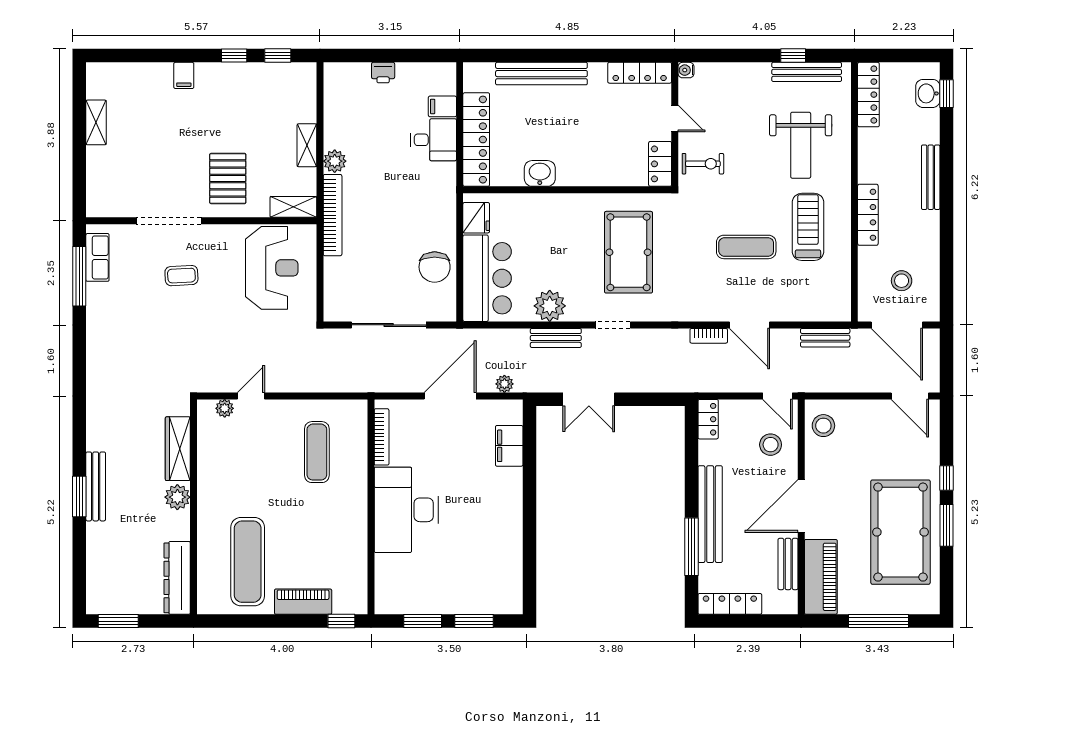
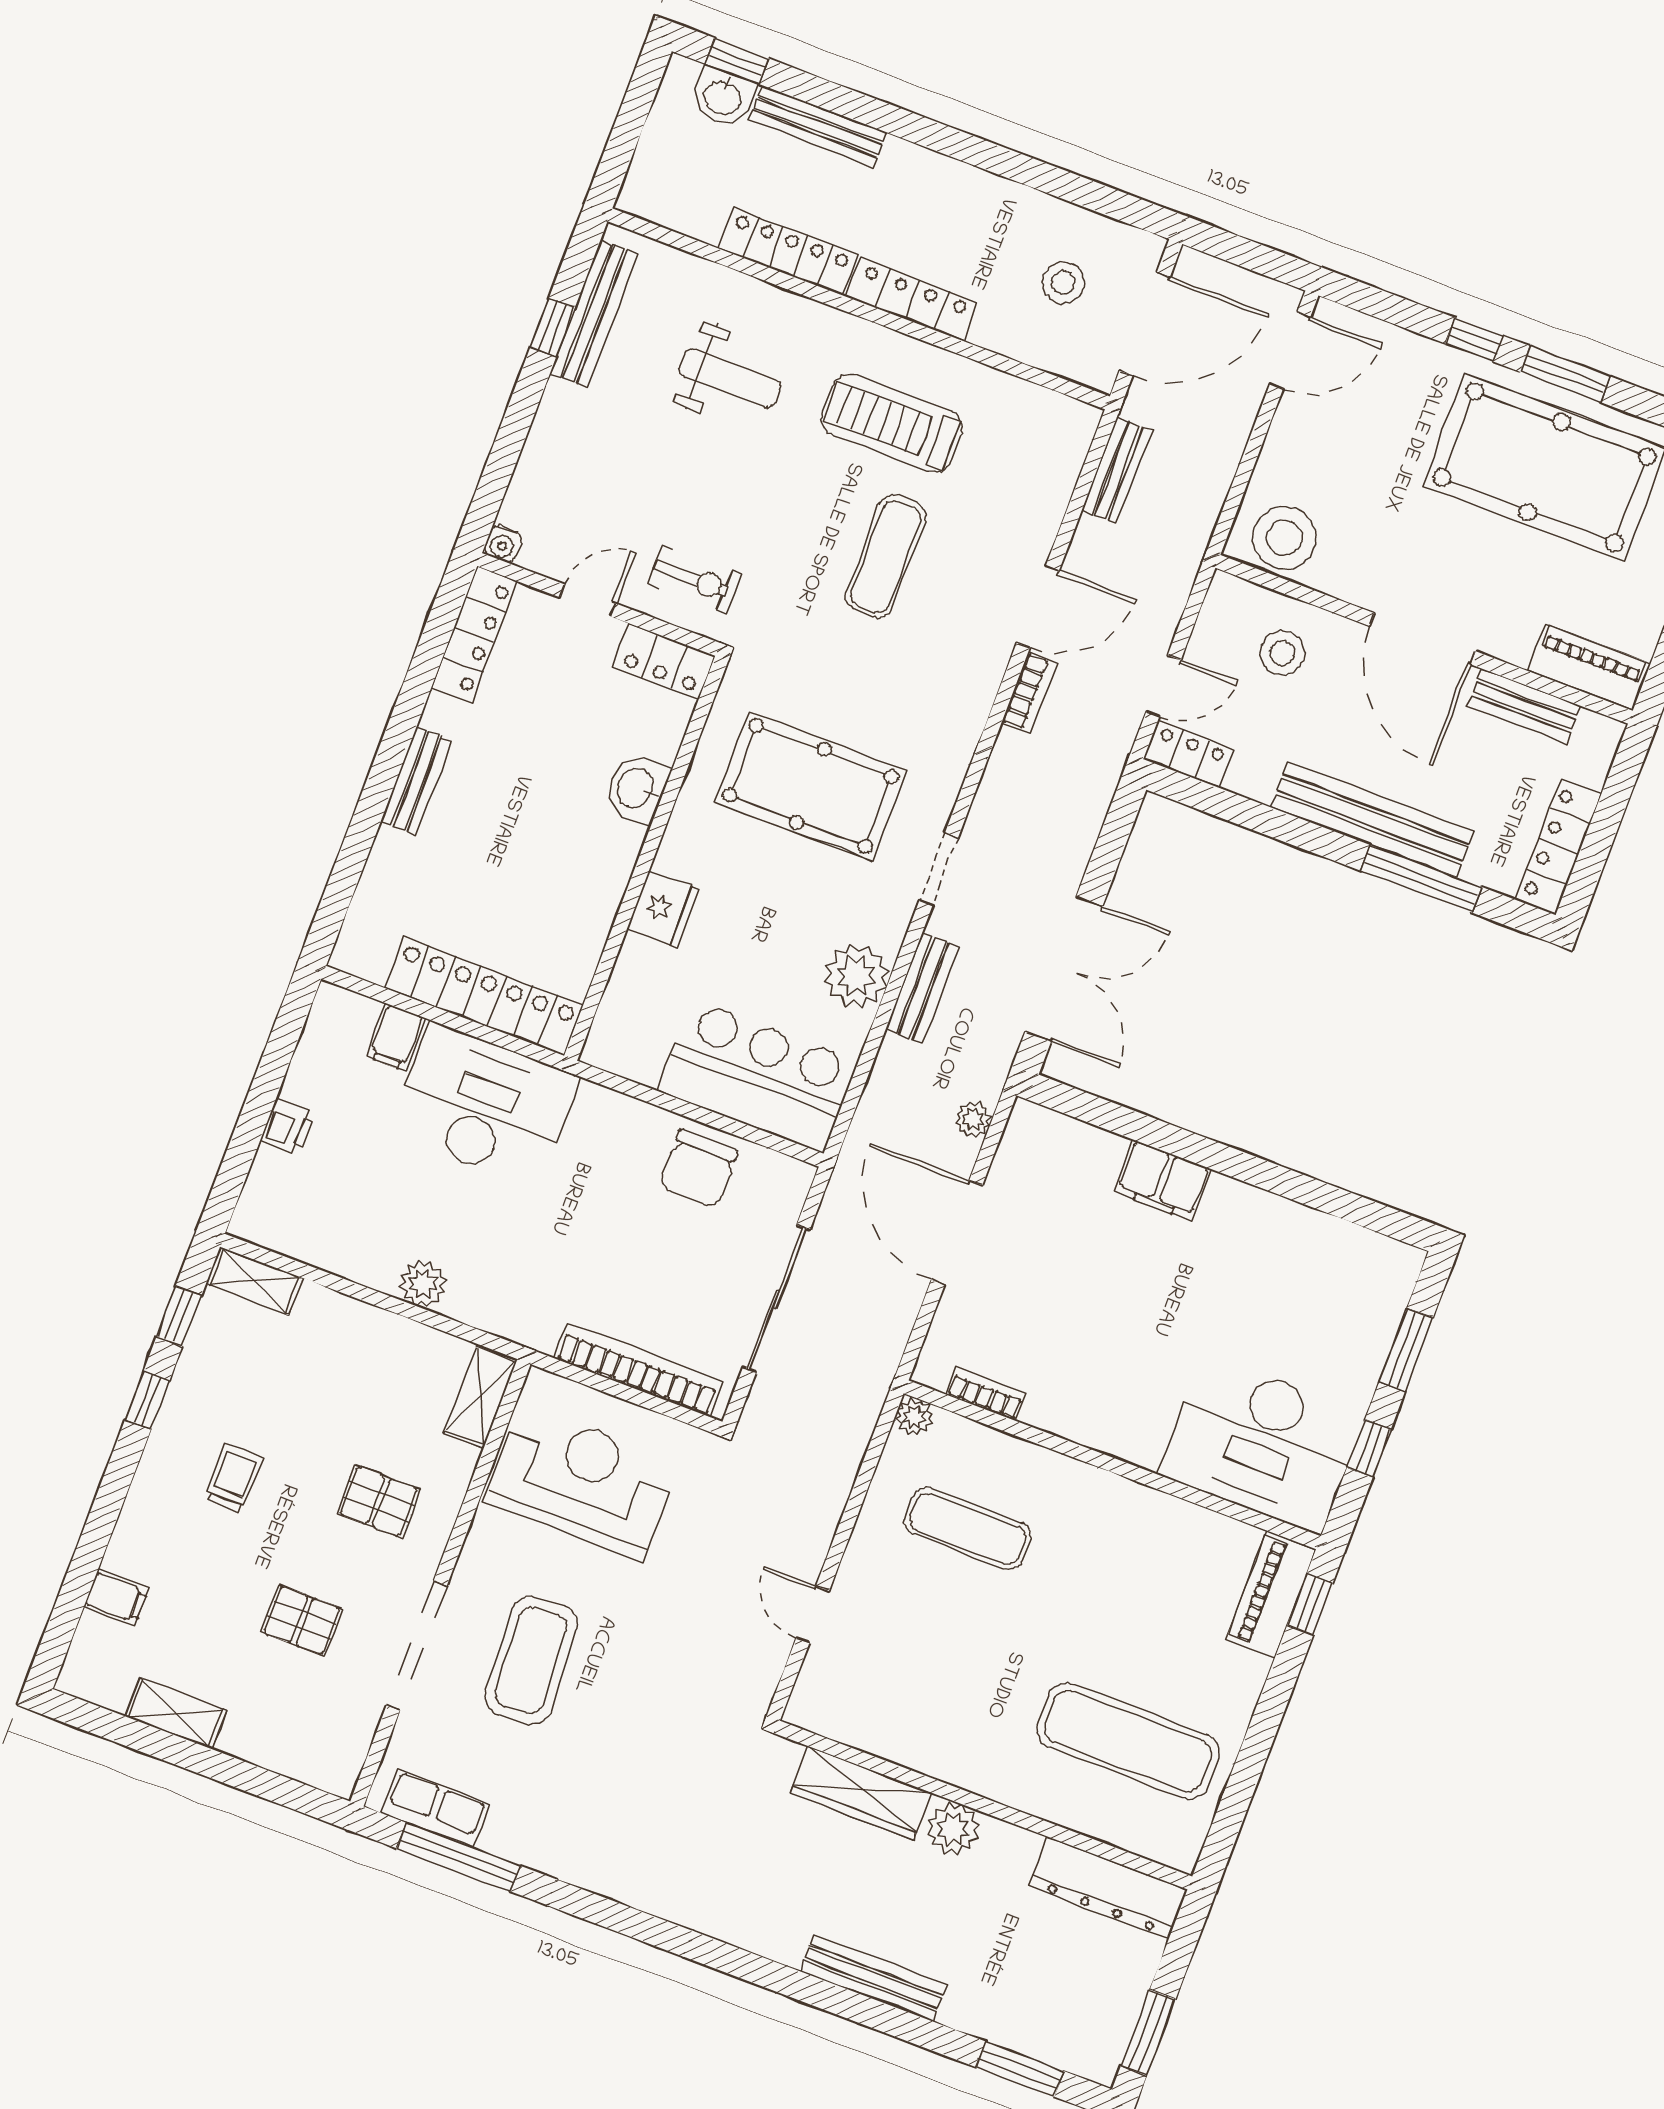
bench: (541, 74) -> (416, 781), width x0.54, depth x0.82
filing cabinet: (184, 75) -> (116, 1598), moved
locker: (868, 95) -> (788, 251), moved
trolley: (213, 108) -> (234, 1478), added
desk: (434, 140) -> (484, 1105), width x1.87, depth x1.30
shelving: (307, 145) -> (254, 1281), moved
weight bench: (801, 145) -> (730, 378), width x0.73, depth x0.75
pallet: (160, 164) -> (302, 1620), added
exercise bike: (703, 164) -> (695, 579), turned 90
washbasin: (540, 173) -> (637, 788), moved
bench: (931, 177) -> (818, 126), moved
pallet: (228, 178) -> (379, 1501), width x0.67, depth x0.71
bookcase: (333, 215) -> (639, 1370), moved
fridge: (476, 218) -> (663, 909), moved, turned 90
chair: (435, 267) -> (698, 1169), turned 90
coffee table: (181, 276) -> (531, 1661), width x1.86, depth x1.72
door: (778, 396) -> (1163, 686), moved
double door: (589, 399) -> (1064, 969), width x1.37
plant: (225, 408) -> (914, 1417), moved
stool: (823, 426) -> (1284, 538), width x1.38, depth x1.38
bookcase: (382, 437) -> (986, 1394), width x0.64
filing cabinet: (509, 446) -> (1162, 1181), moved
window: (79, 497) -> (1020, 2069), moved
desk: (406, 510) -> (1262, 1444), moved
piano: (821, 577) -> (1589, 667), width x0.73, depth x0.75
piano: (303, 602) -> (1271, 1595), moved
window: (423, 621) -> (1369, 1448), width x0.67

